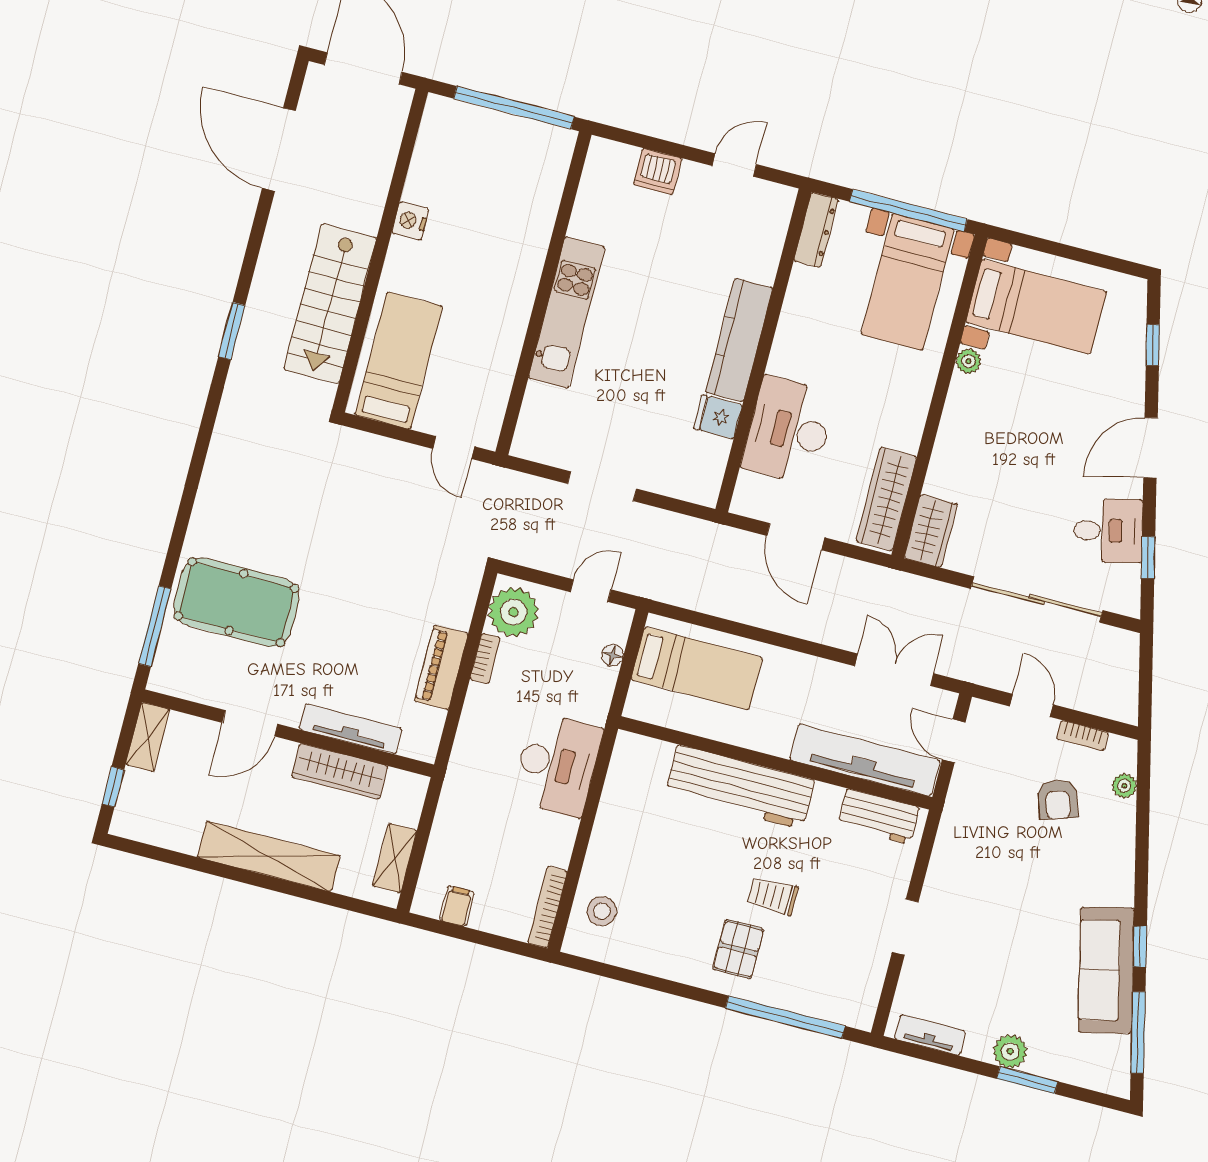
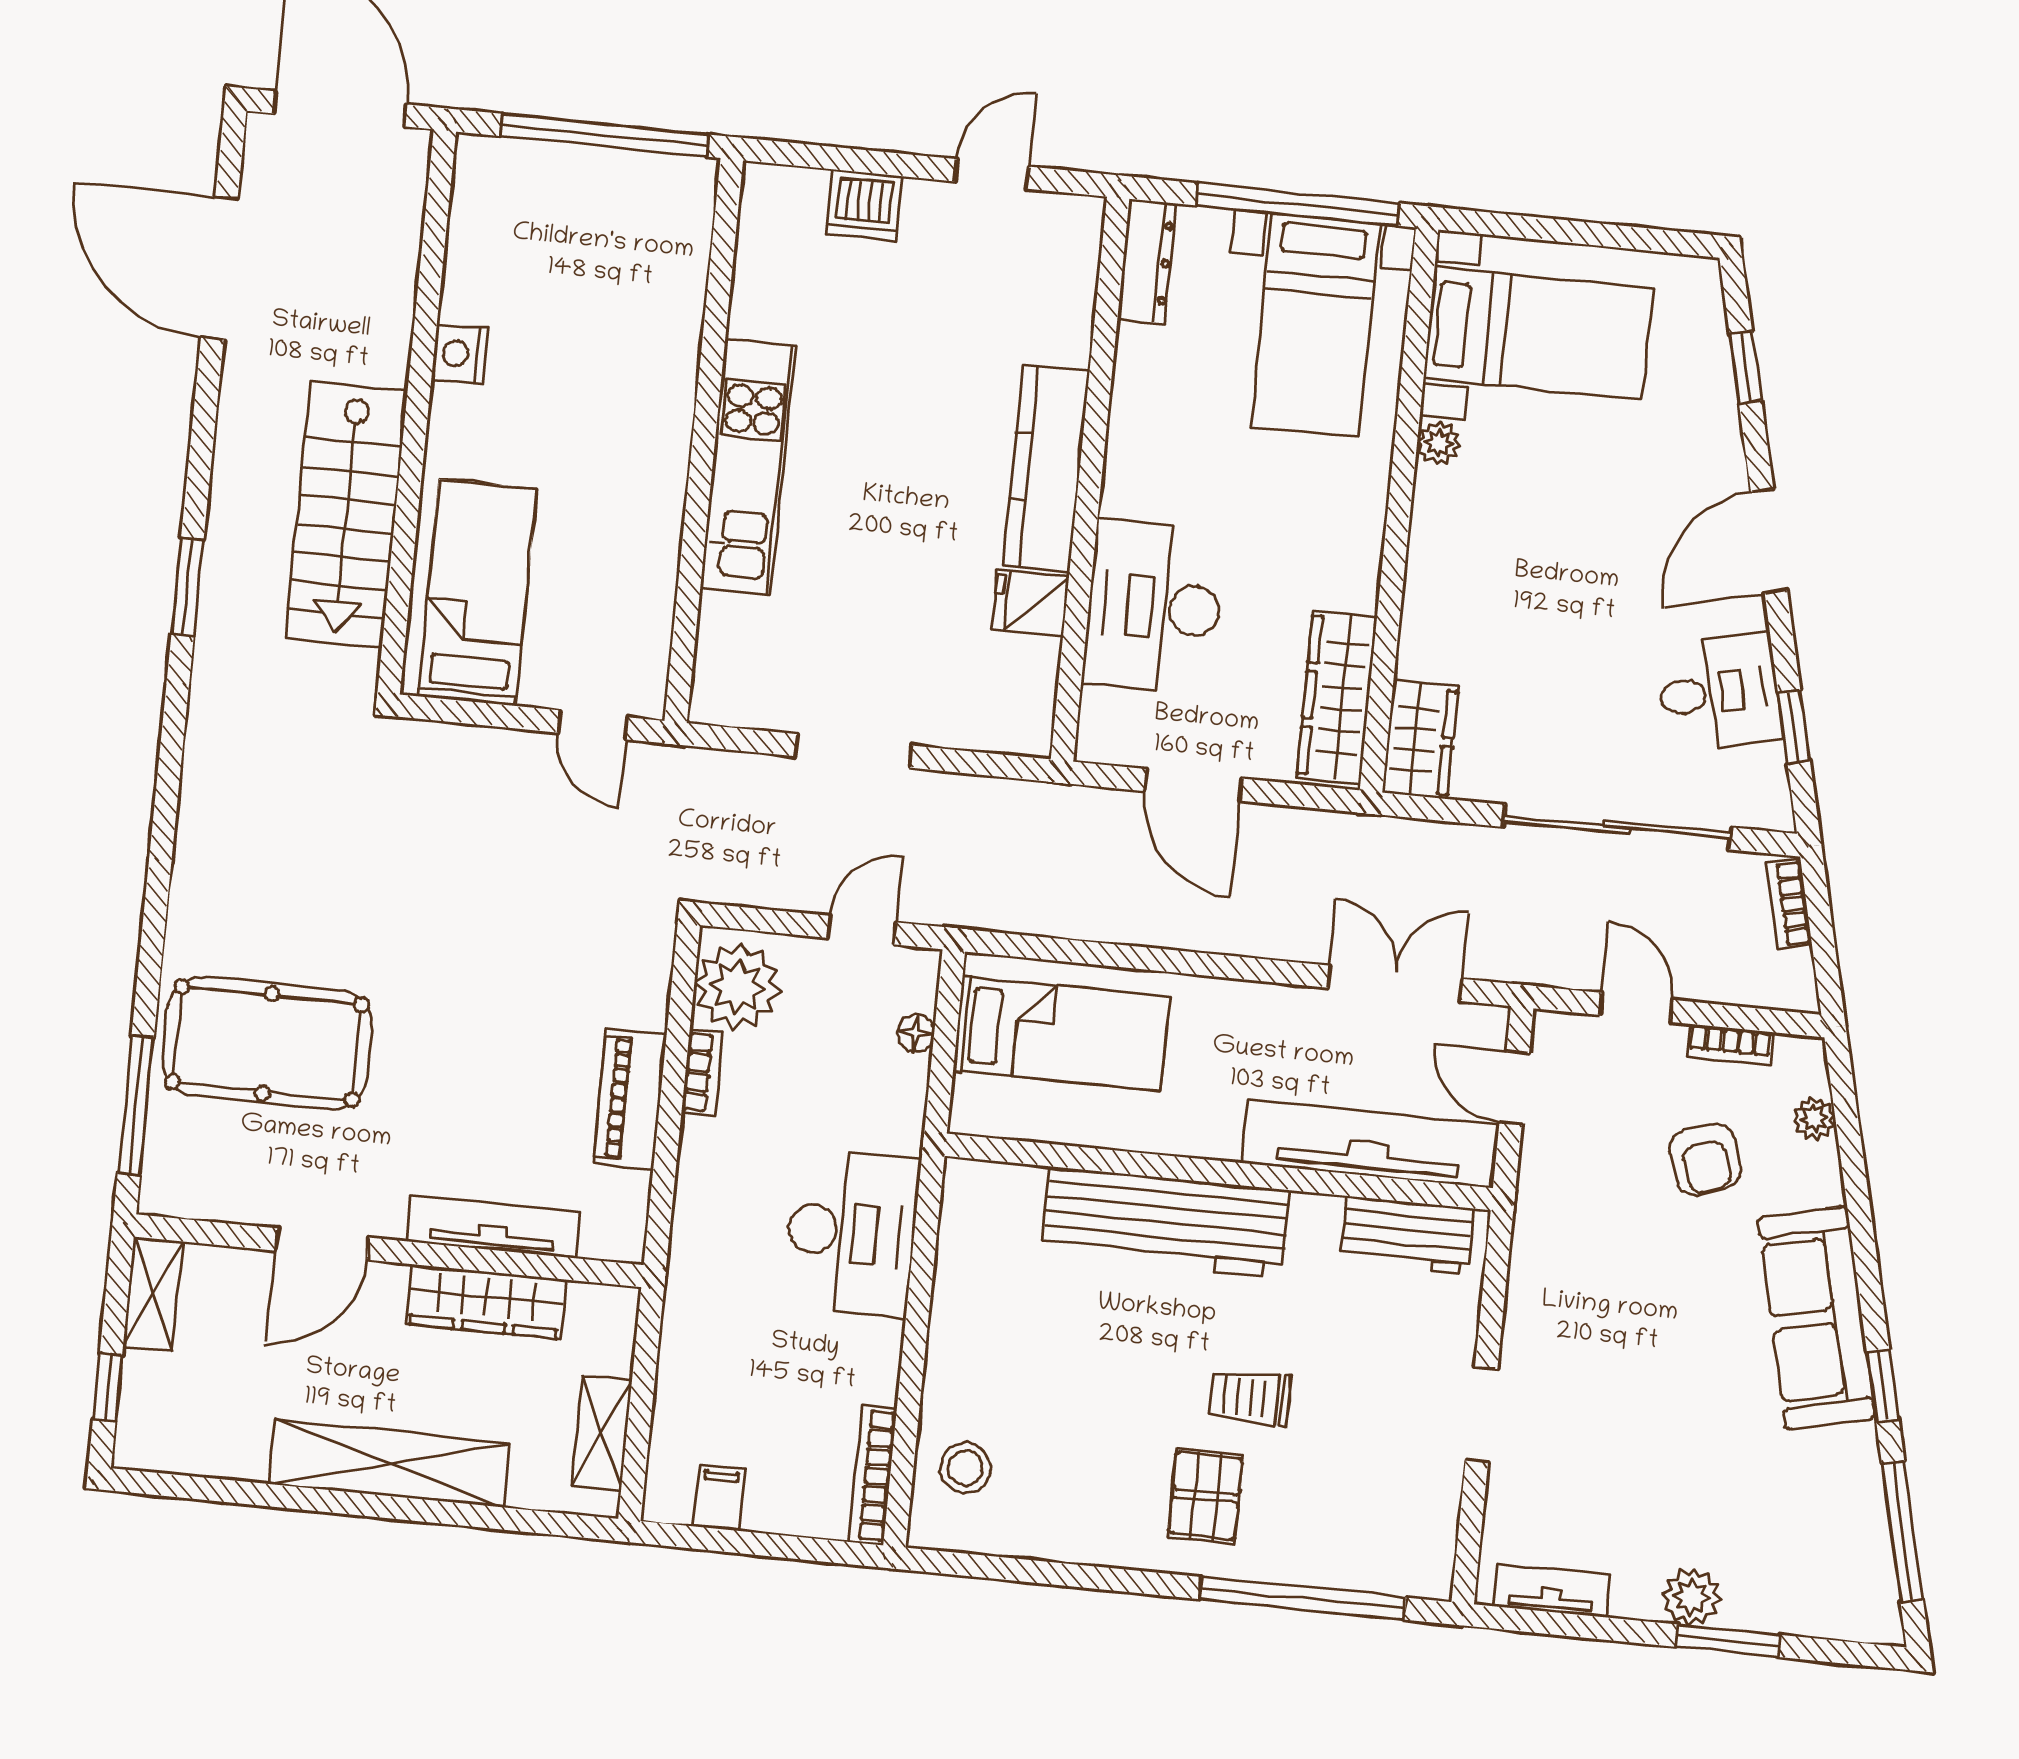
bookcase: (1129, 660) -> (1789, 904), added
sofa: (1106, 970) -> (1817, 1318), moved

